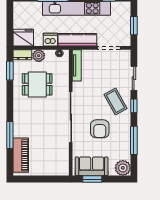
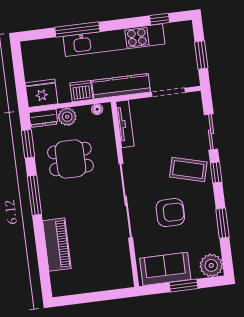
coffee table: (115, 101) -> (188, 170), turned -46
armchair: (100, 129) -> (170, 213), turned -90
window: (10, 135) -> (34, 195), moved
window: (134, 140) -> (222, 223), width x0.69
piano: (21, 155) -> (57, 245), moved
window: (92, 179) -> (183, 286), moved

